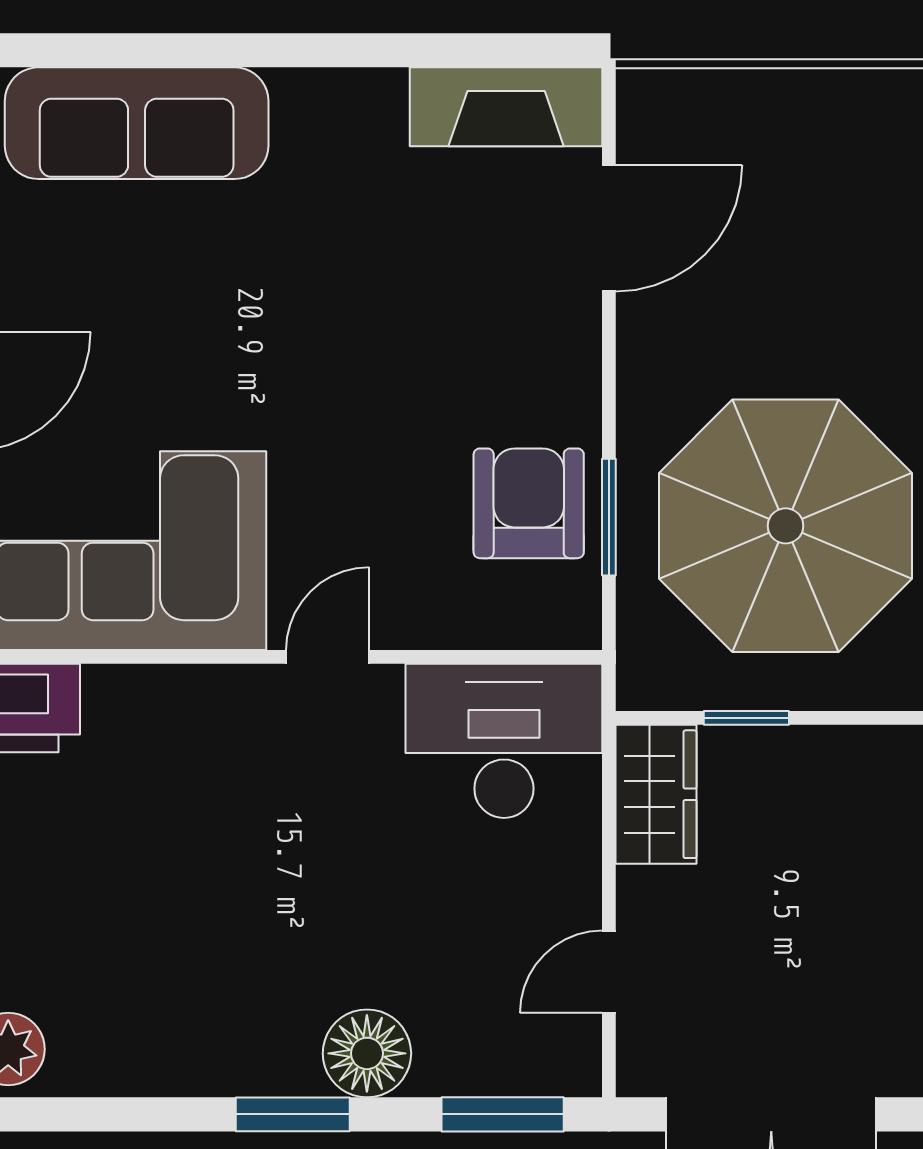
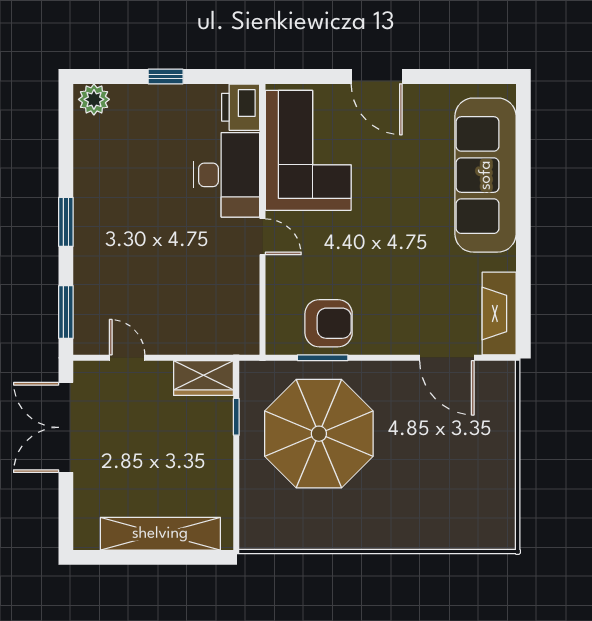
sofa: (137, 123) -> (486, 175), width x1.36, depth x1.27
desk: (504, 741) -> (226, 175), moved
floor lamp: (367, 1053) -> (92, 254), removed

